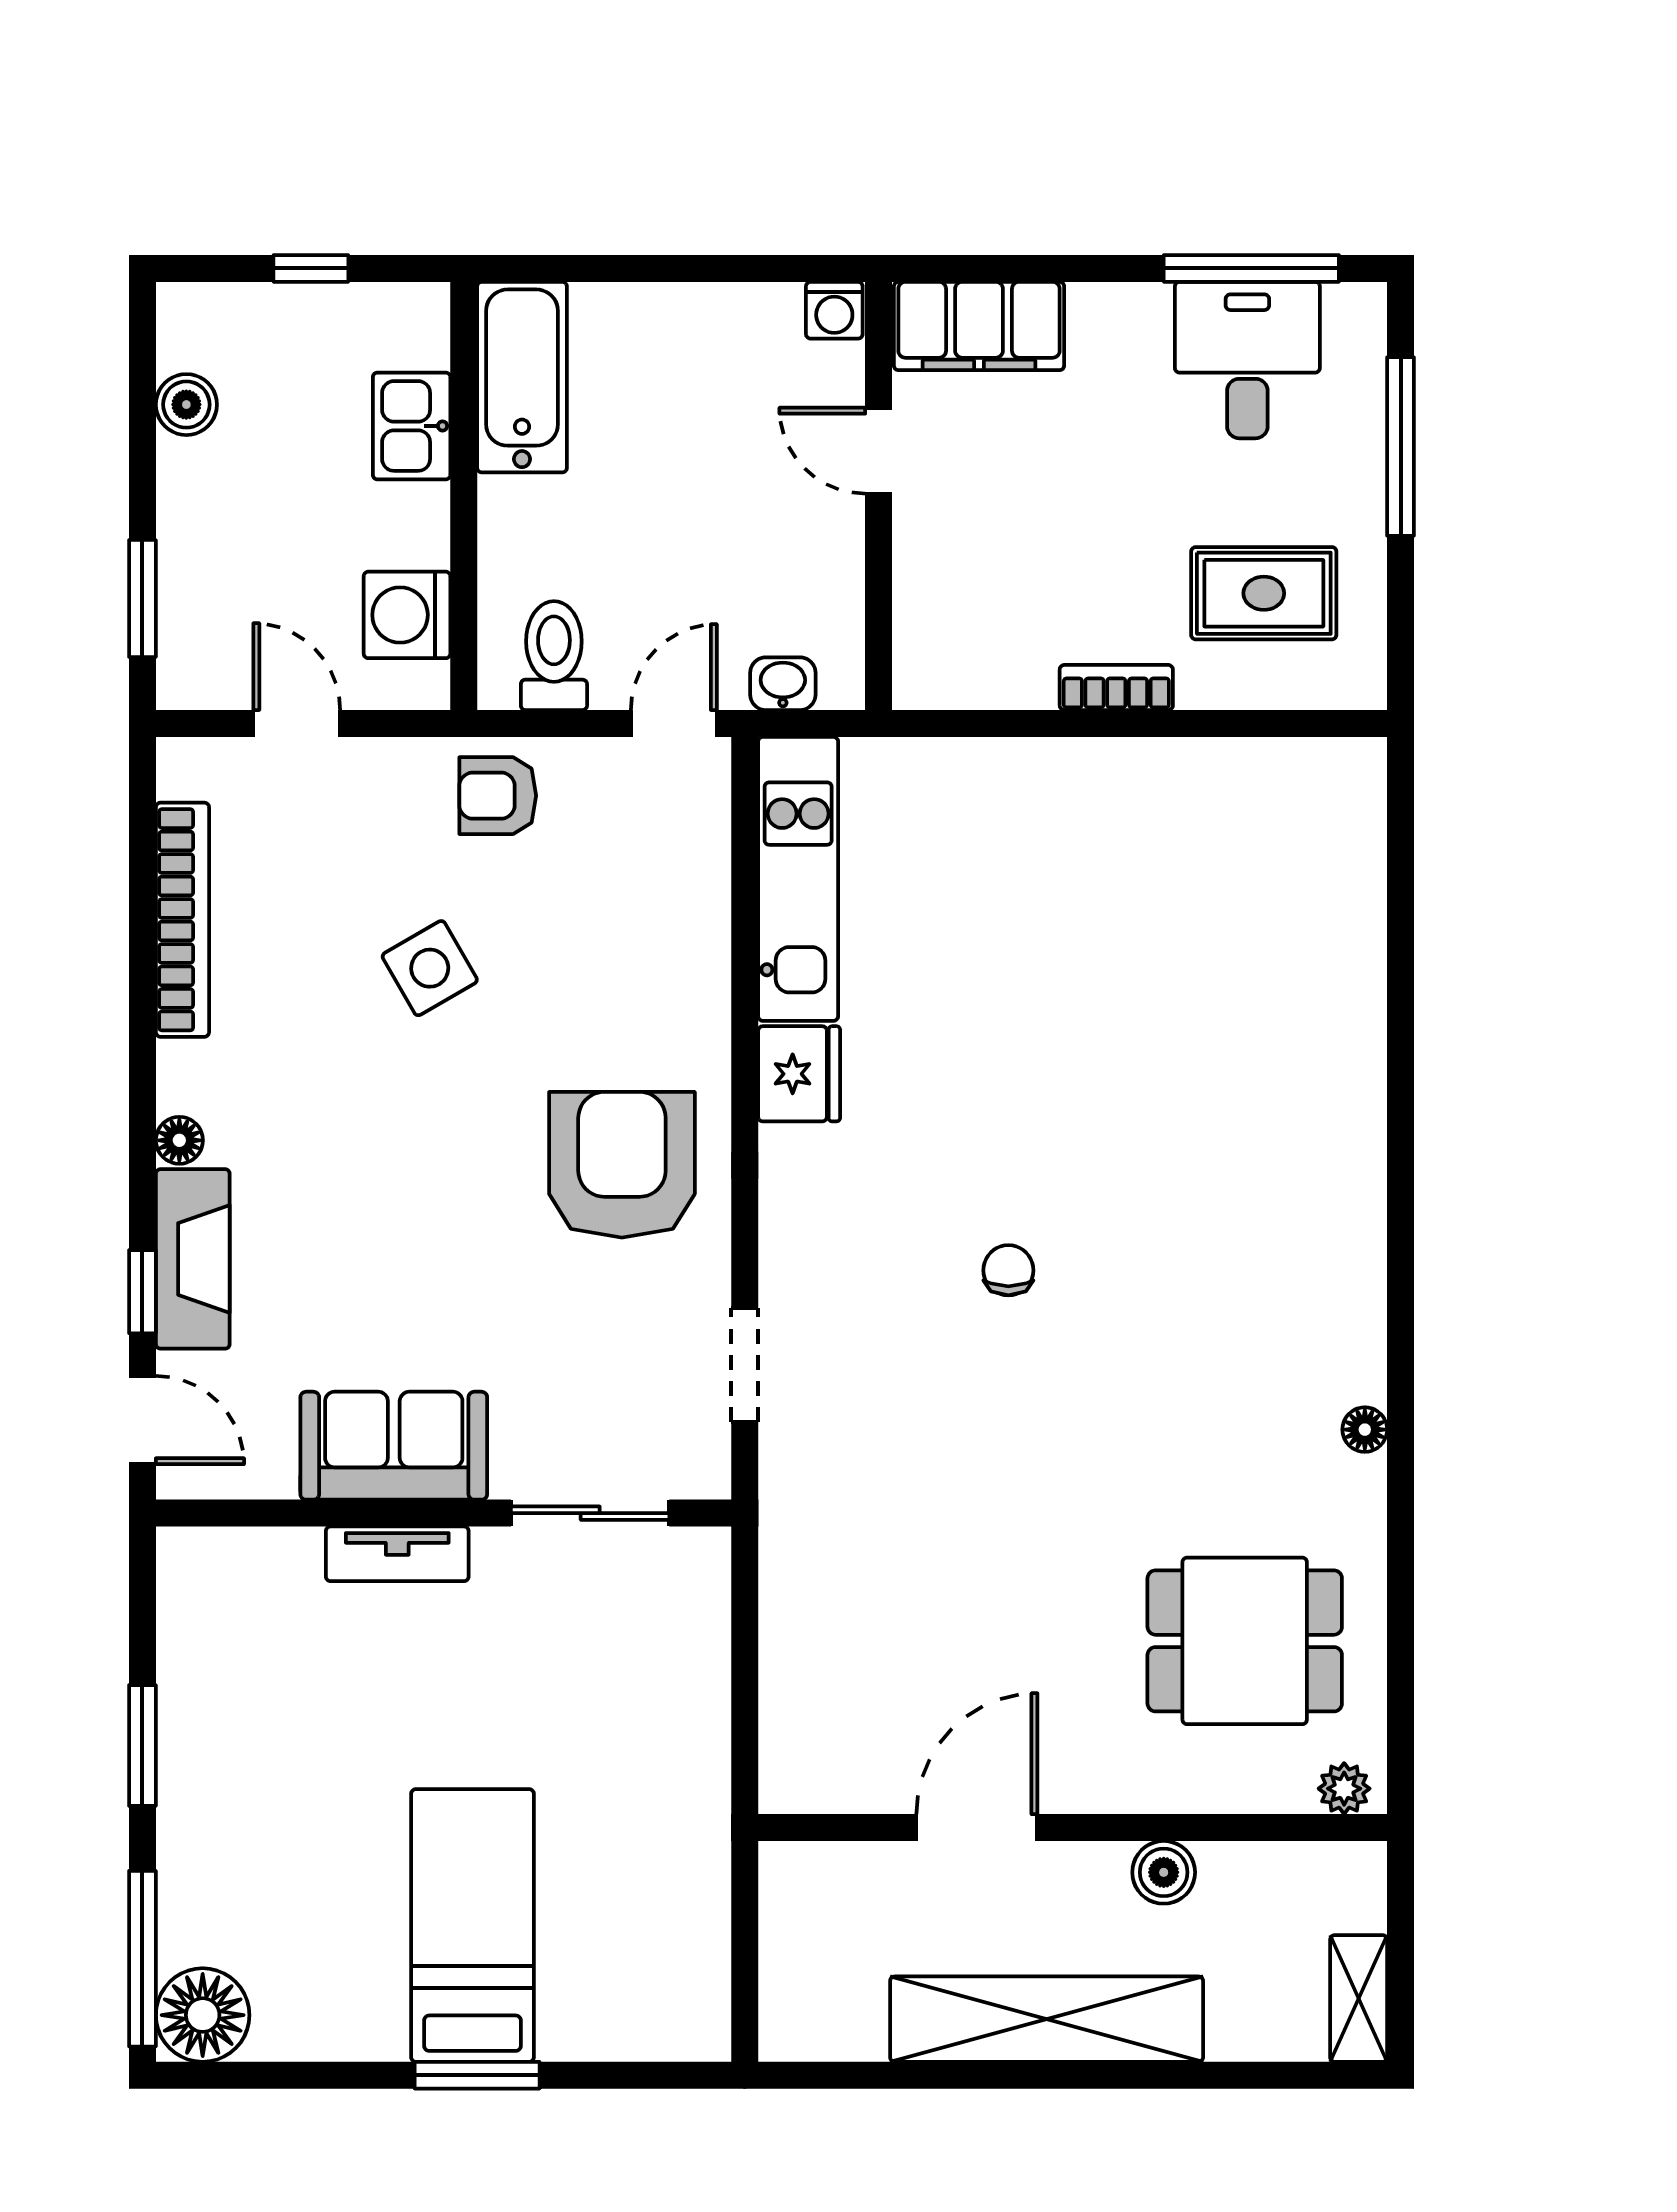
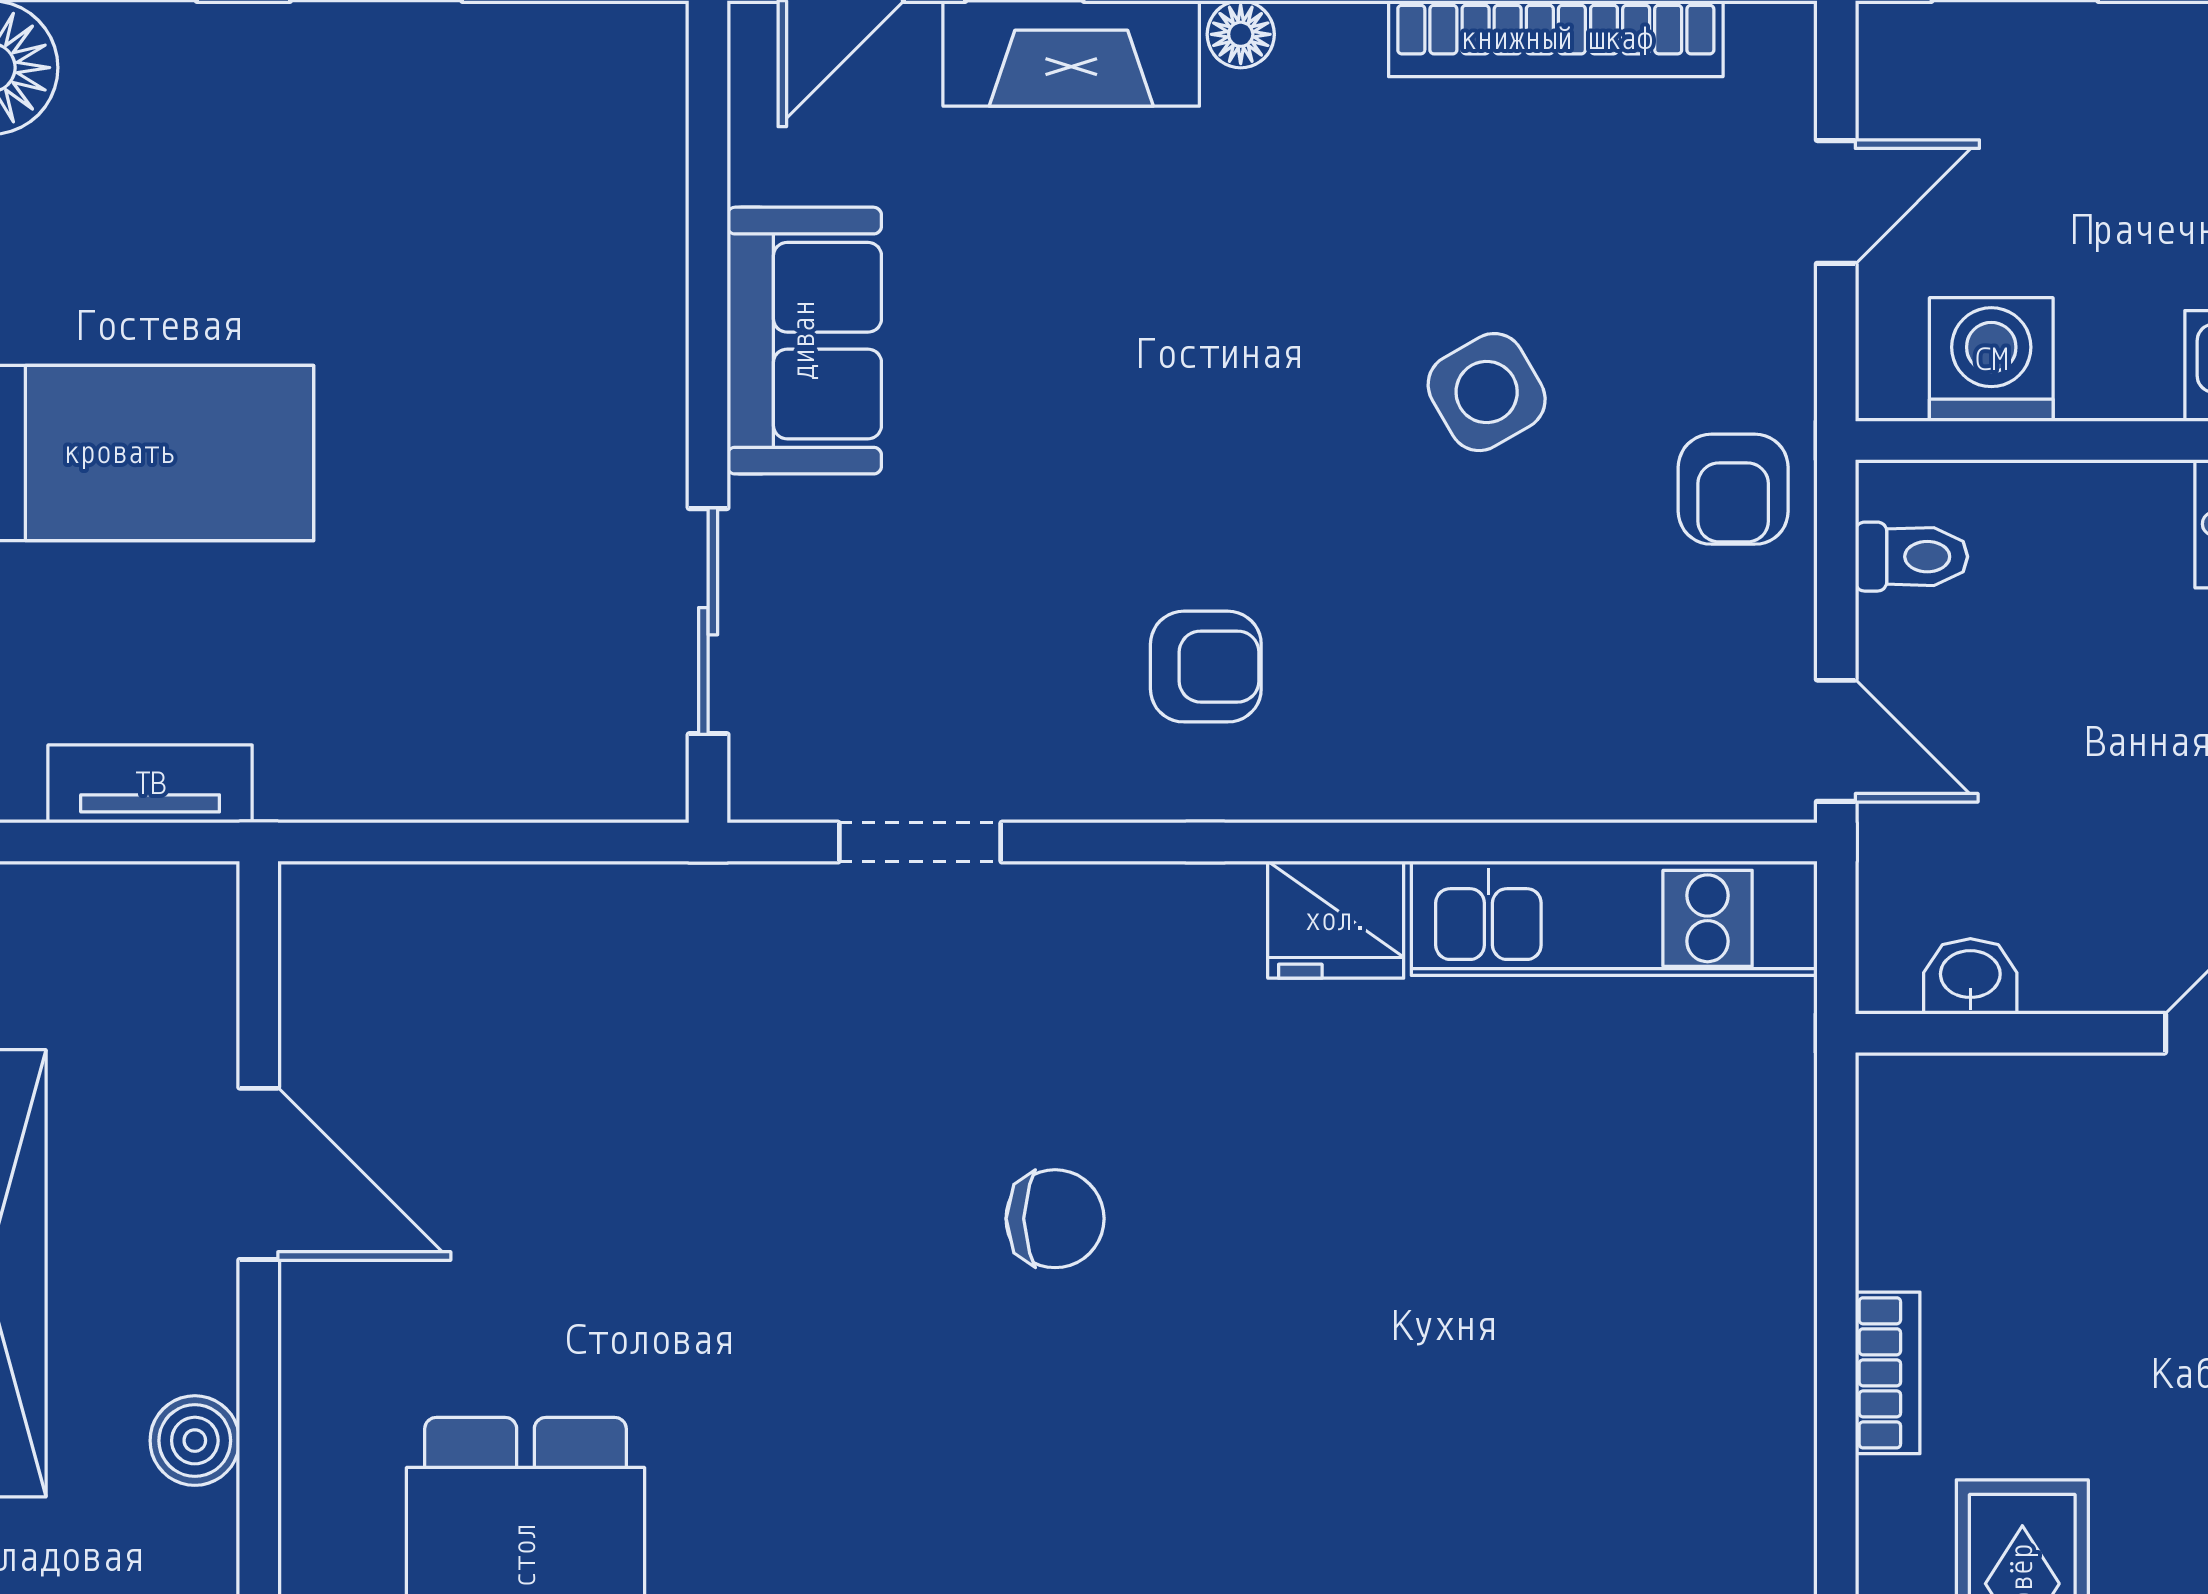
toilet: (554, 656) -> (1911, 557), width x0.73, depth x0.72
washbasin: (783, 684) -> (1970, 976), moved, turned -90
armchair: (498, 796) -> (1733, 489), turned 180
armchair: (622, 1165) -> (1206, 667), width x0.53, depth x0.53
chair: (1008, 1270) -> (1055, 1219), width x1.37, depth x1.37
tv unit: (397, 1554) -> (150, 784), moved, turned 90

